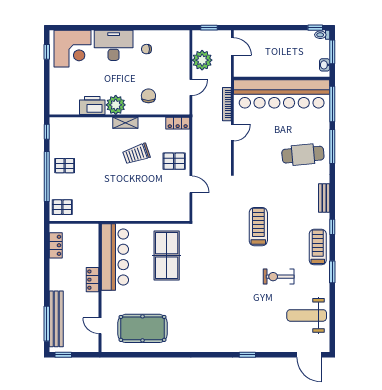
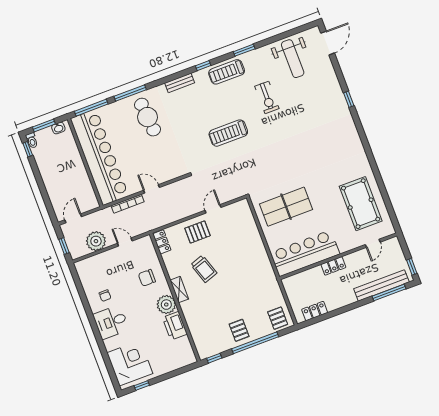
desk: (114, 45) -> (111, 322), width x0.73
pallet: (174, 161) -> (198, 232), turned 90

